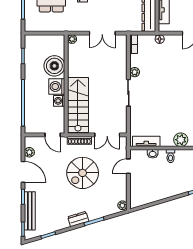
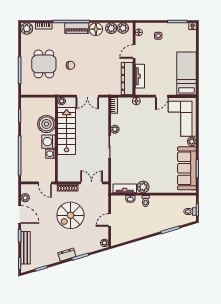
stairs: (78, 105) -> (67, 131), moved
double door: (107, 135) -> (92, 183), swing flipped
plant: (181, 140) -> (143, 187), moved
door: (128, 166) -> (110, 220), moved

